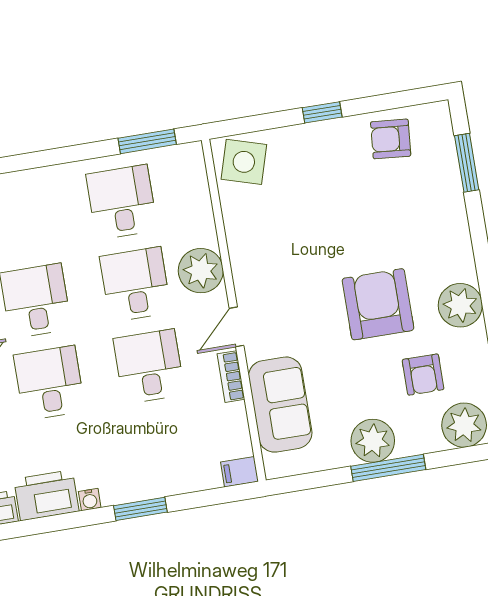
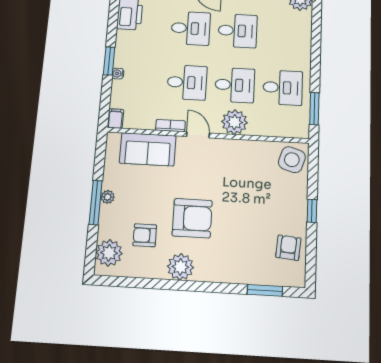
plant: (373, 441) -> (108, 197), width x0.53, depth x0.53
water cooler: (90, 500) -> (118, 74), moved

